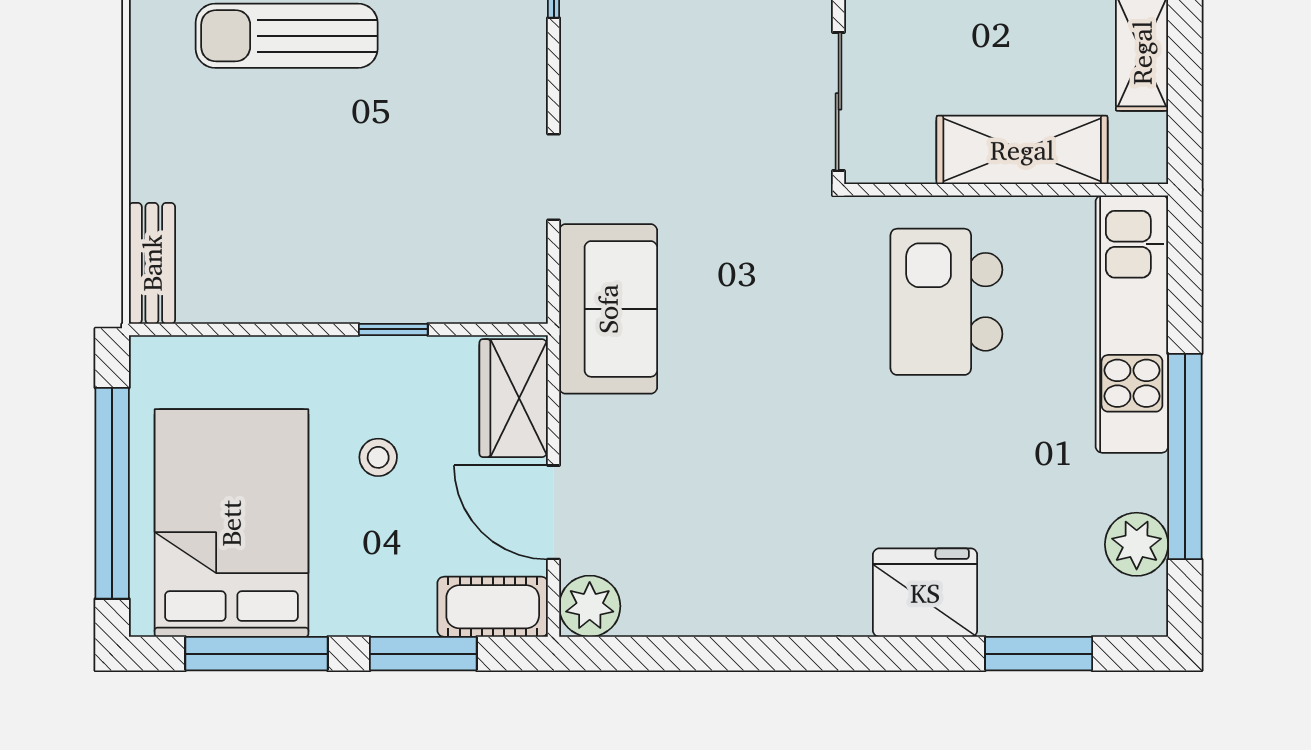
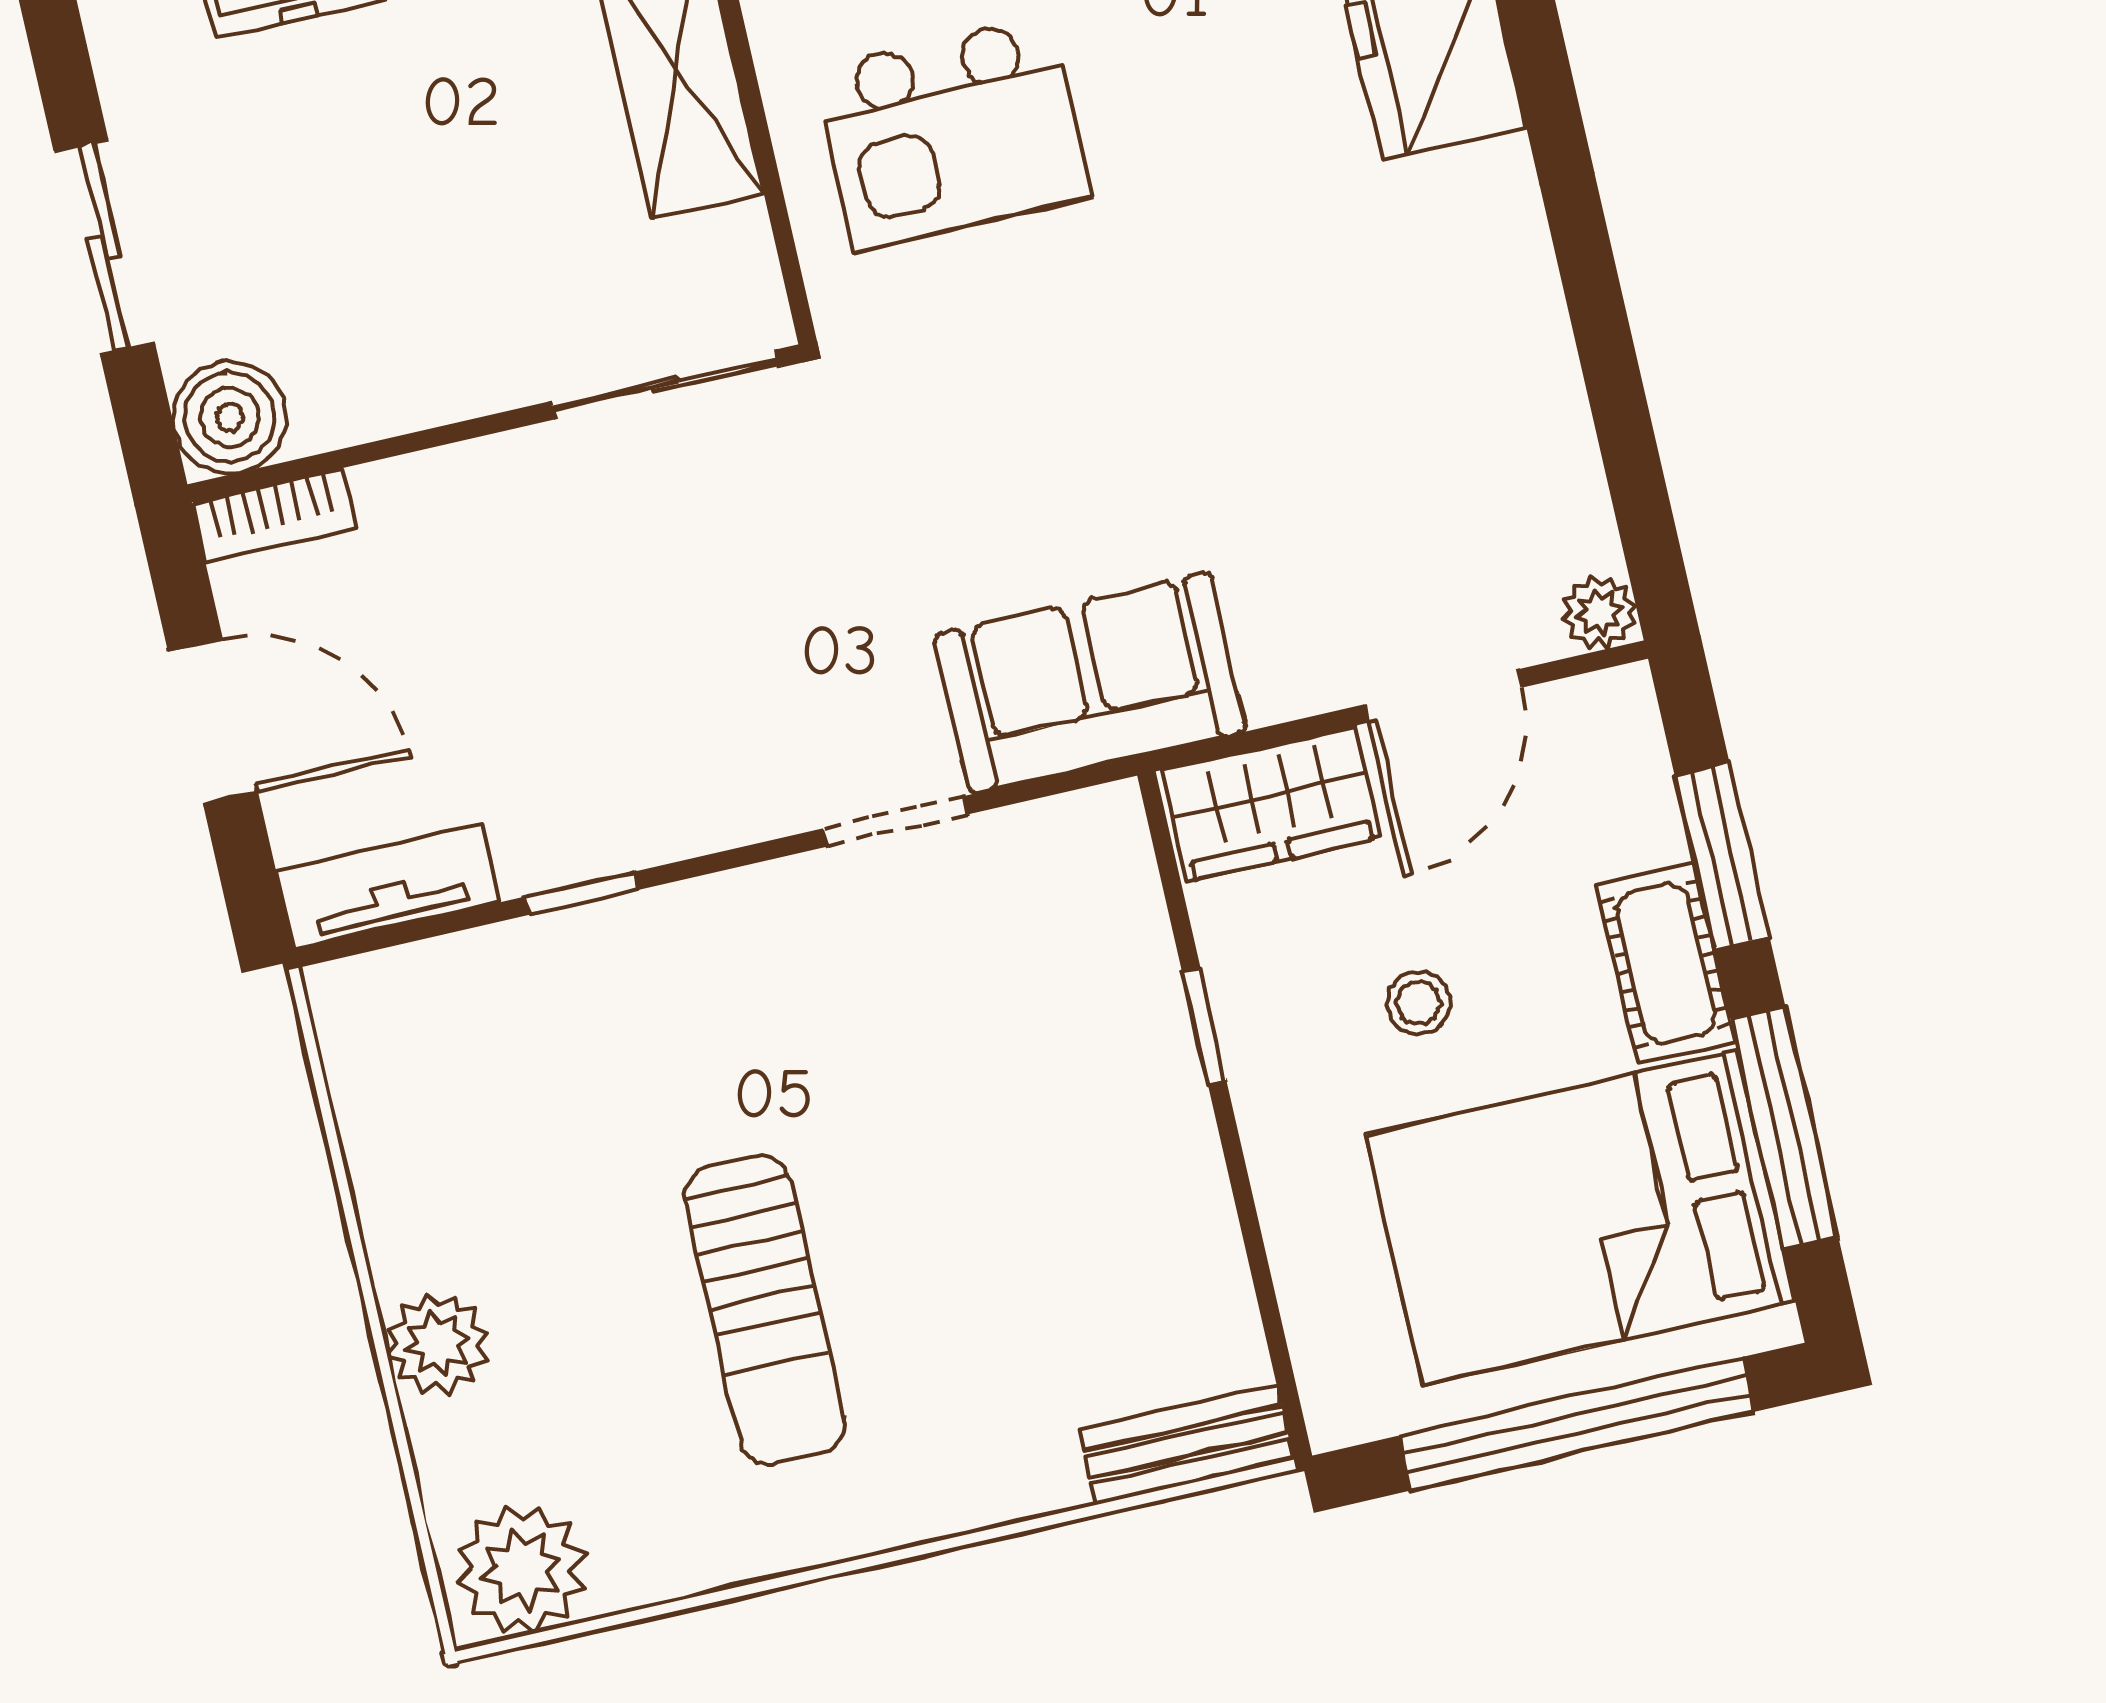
plant: (590, 606) -> (1599, 612), width x0.73, depth x0.73
cot: (493, 607) -> (1666, 963), moved

